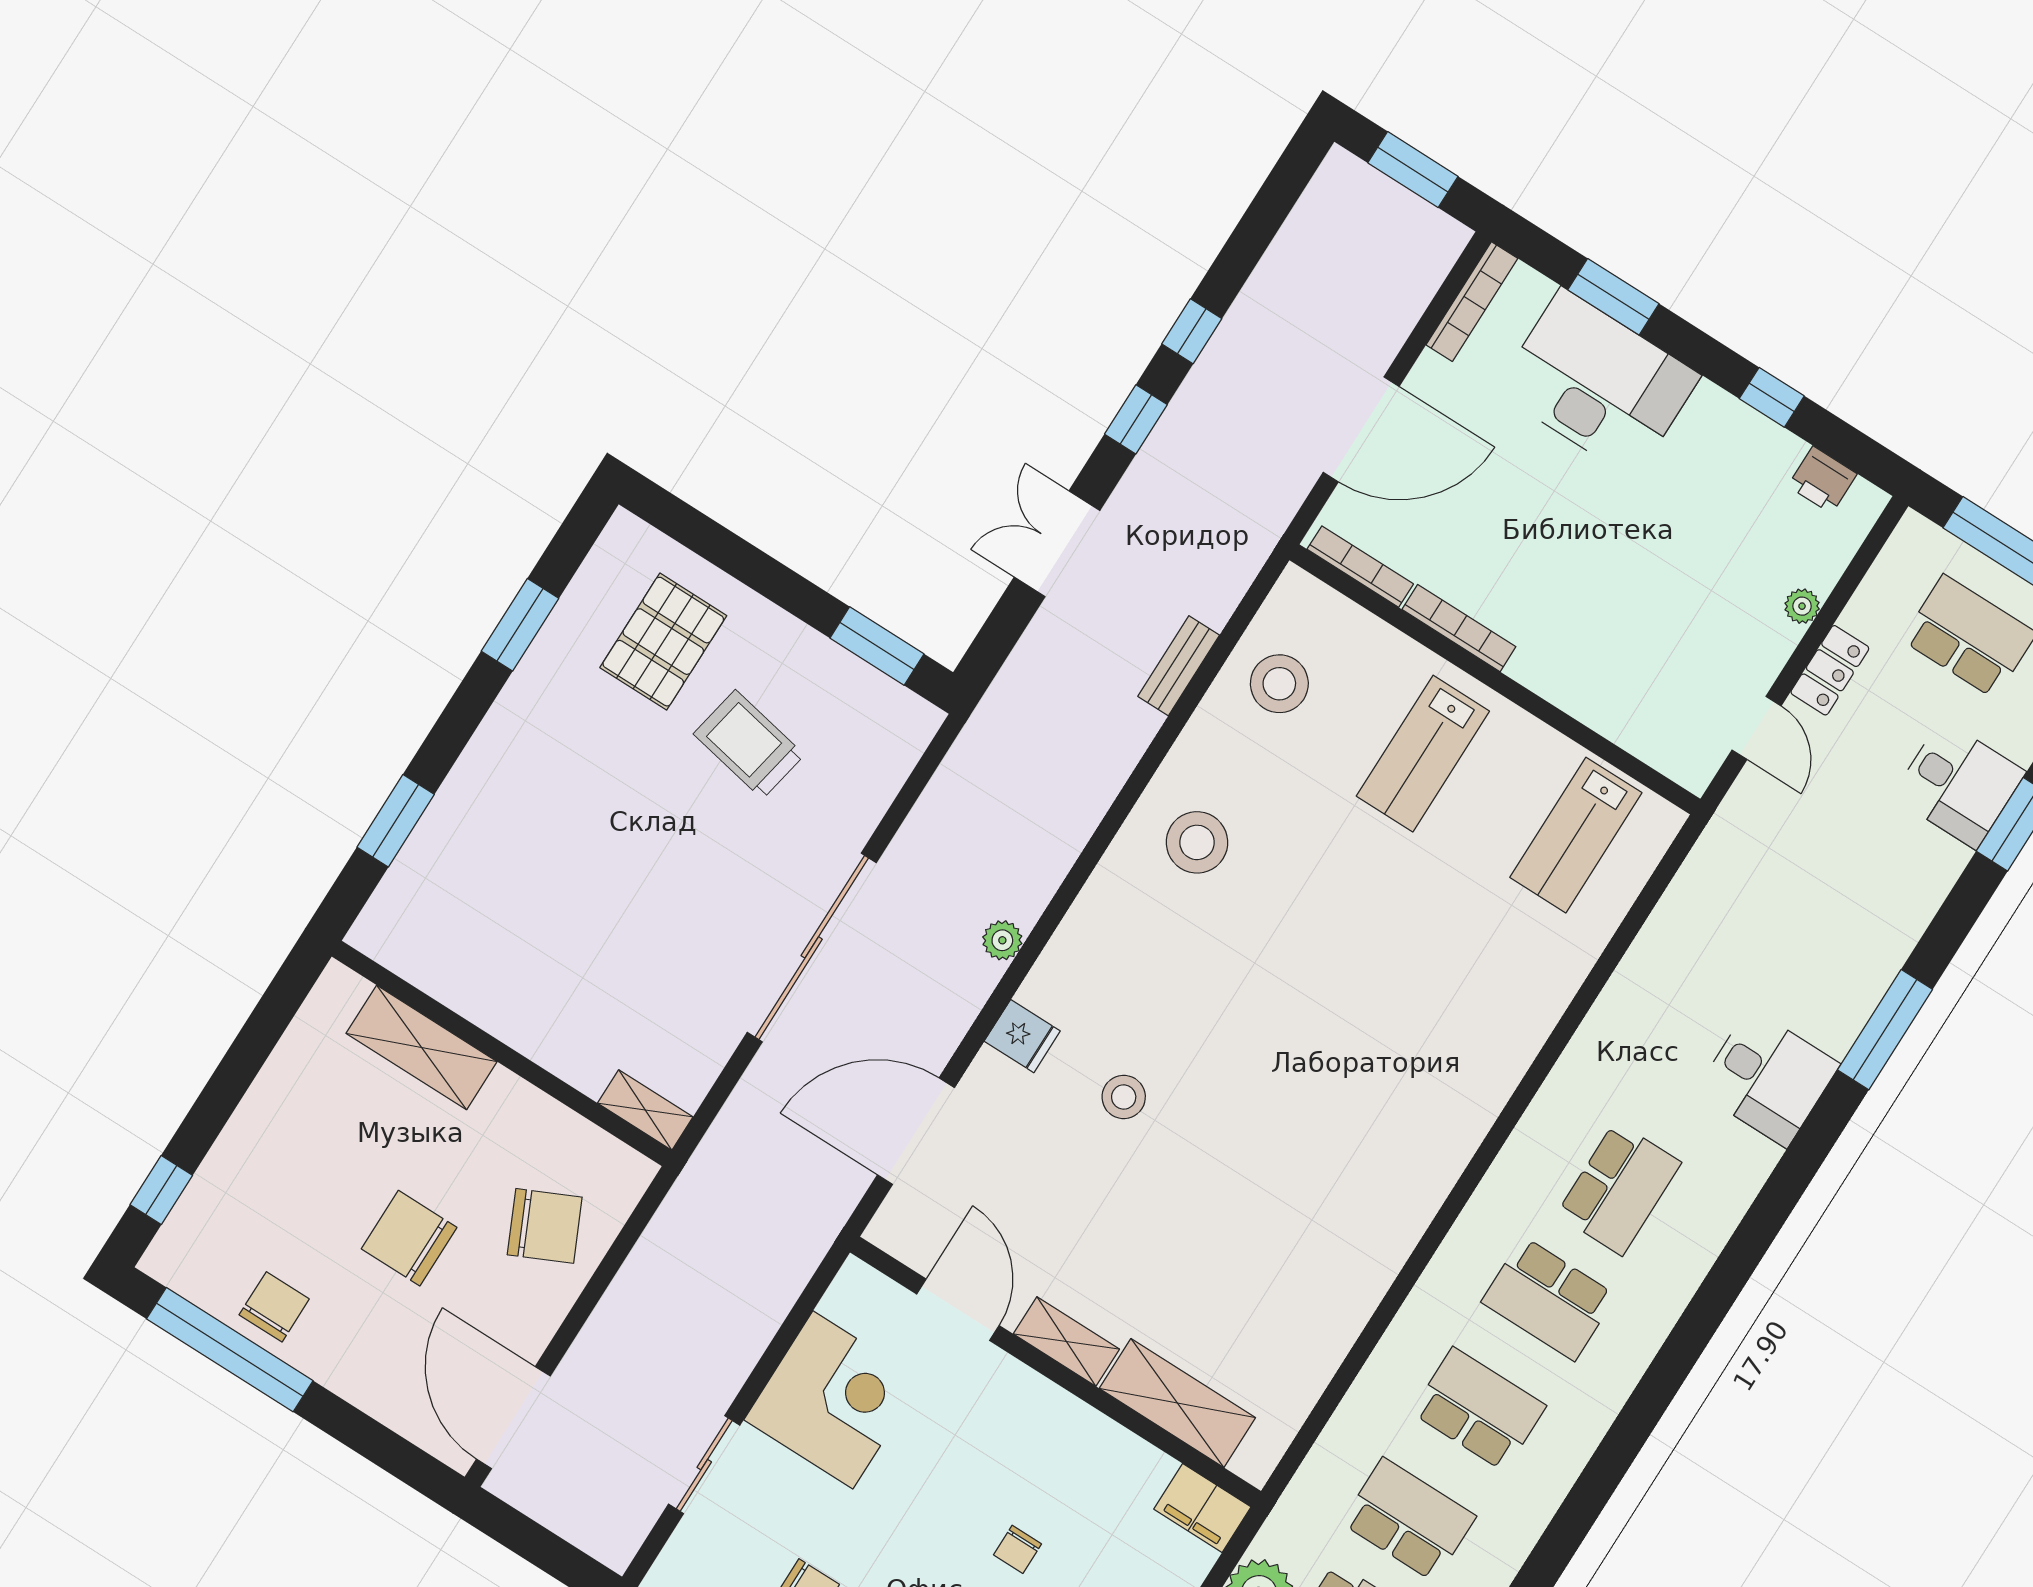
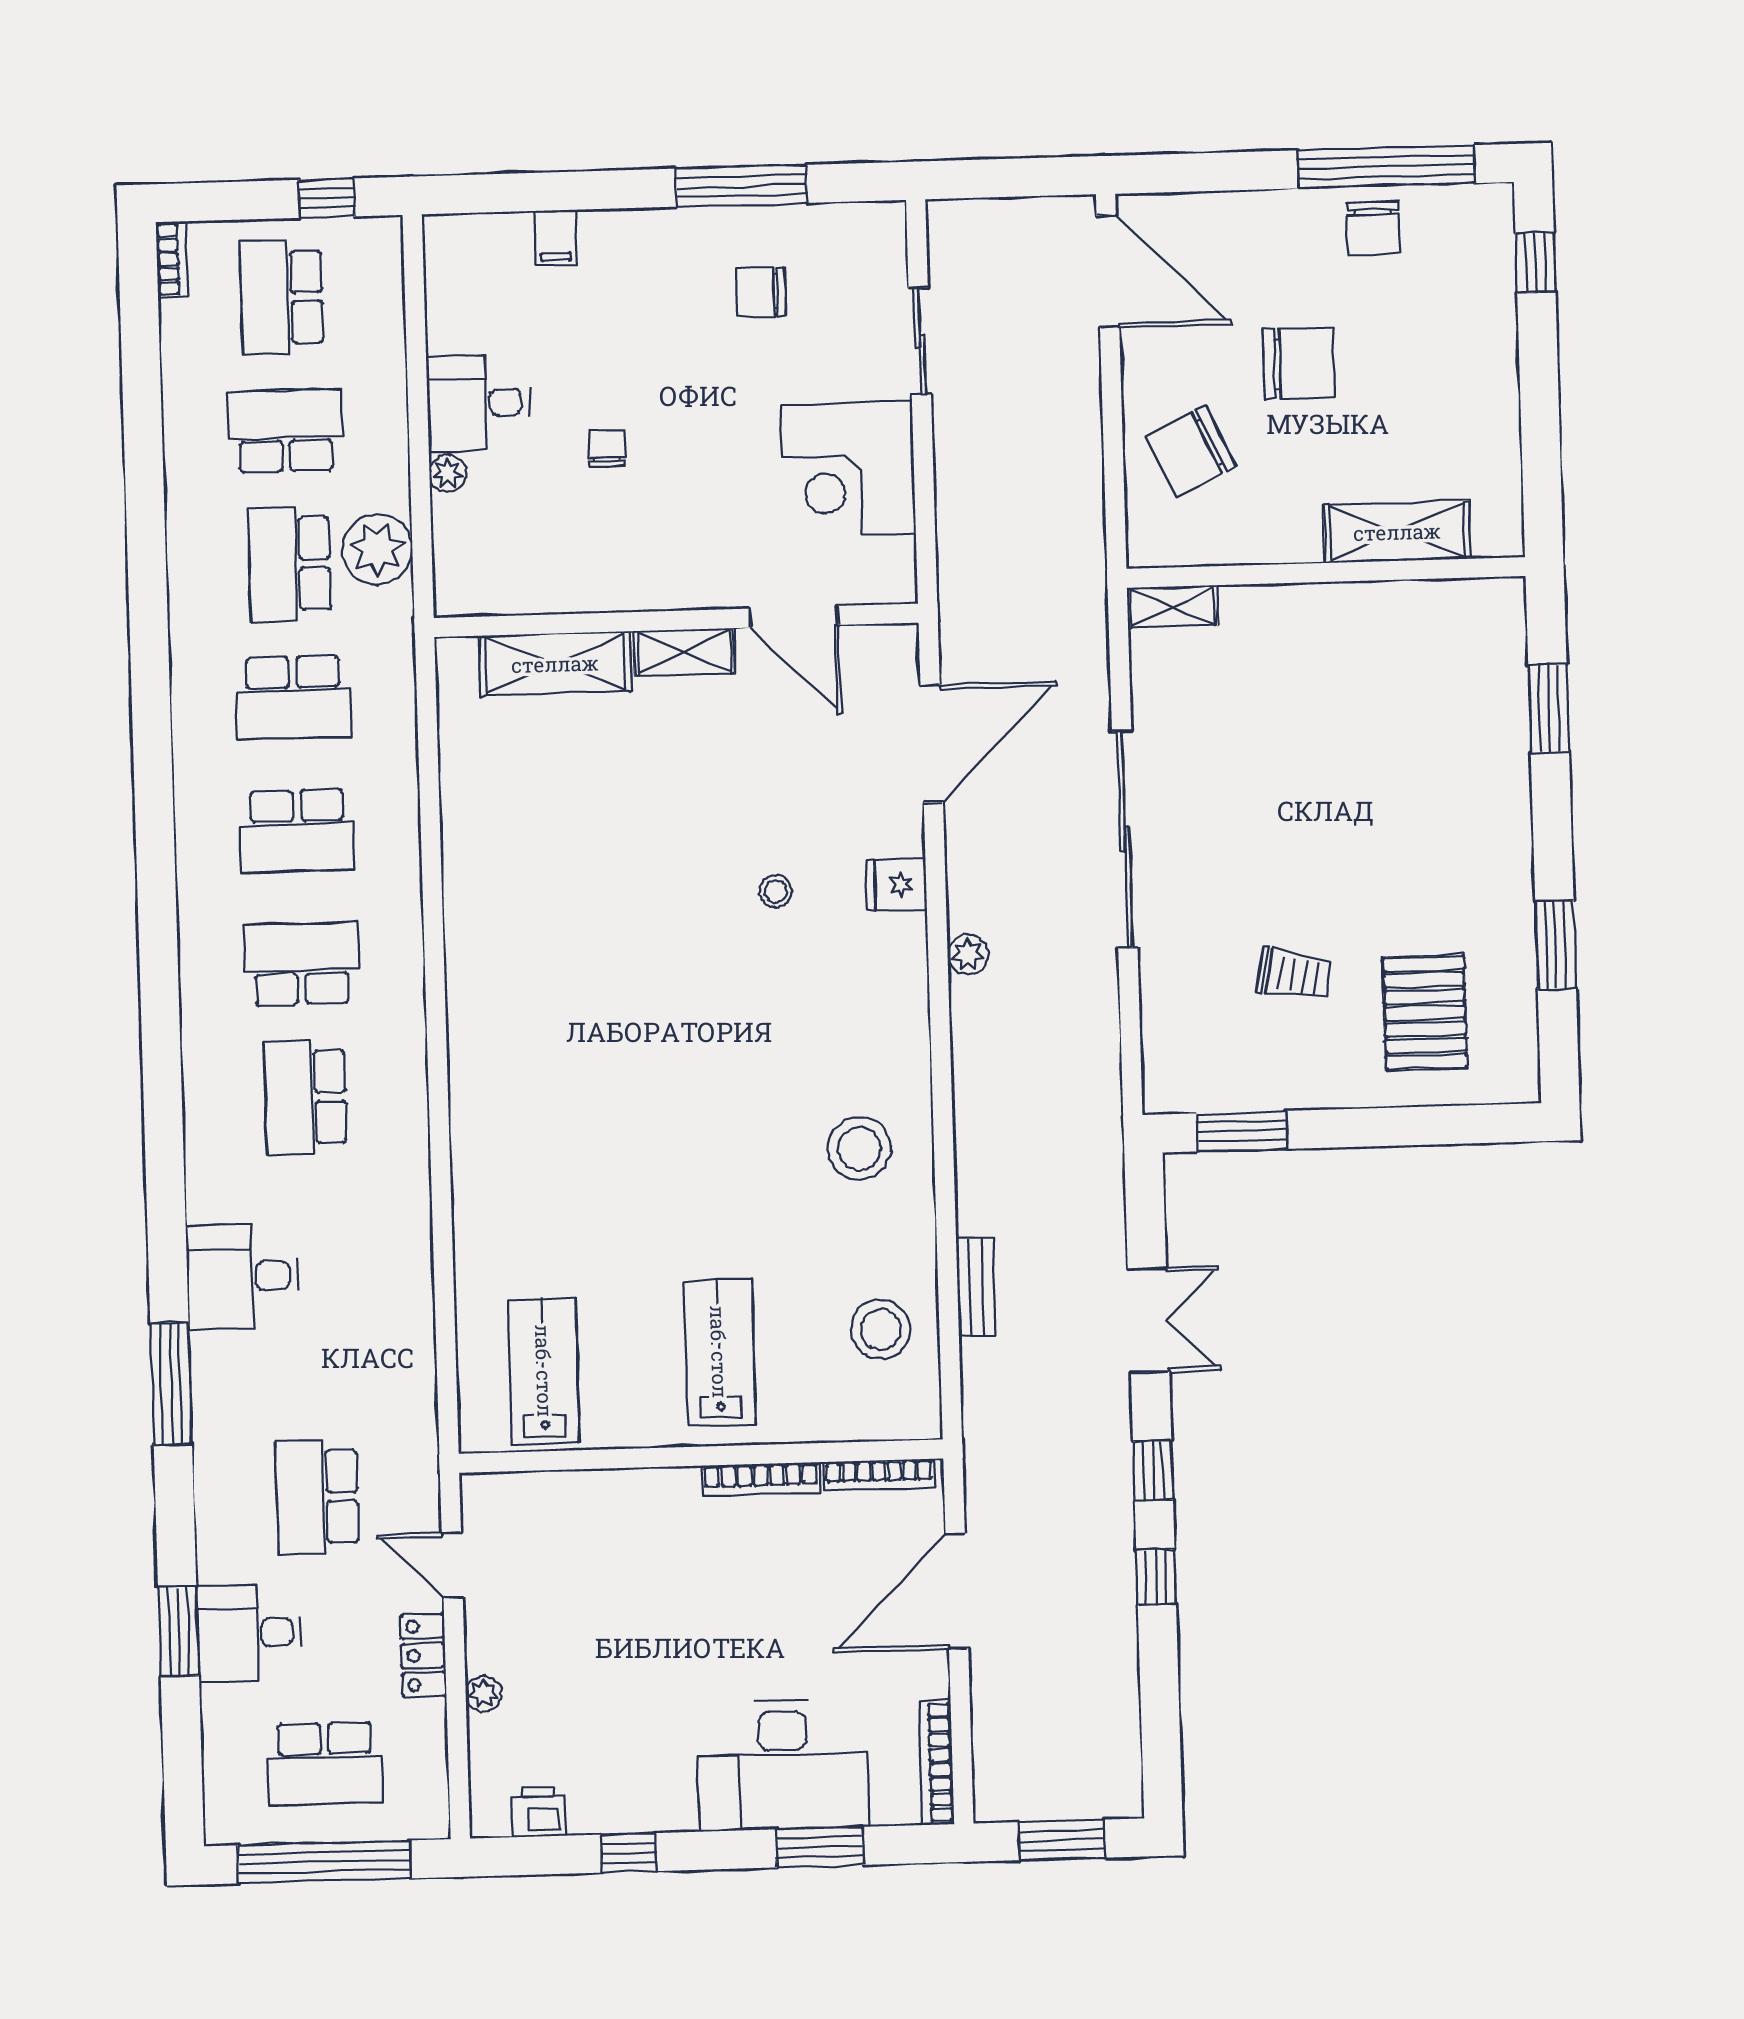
trolley: (749, 744) -> (1294, 975), width x0.73, depth x0.72
school desk: (1829, 857) -> (317, 1497), added
stool: (1124, 1097) -> (776, 891), width x0.73, depth x0.73
filing cabinet: (1202, 1508) -> (474, 589), removed

